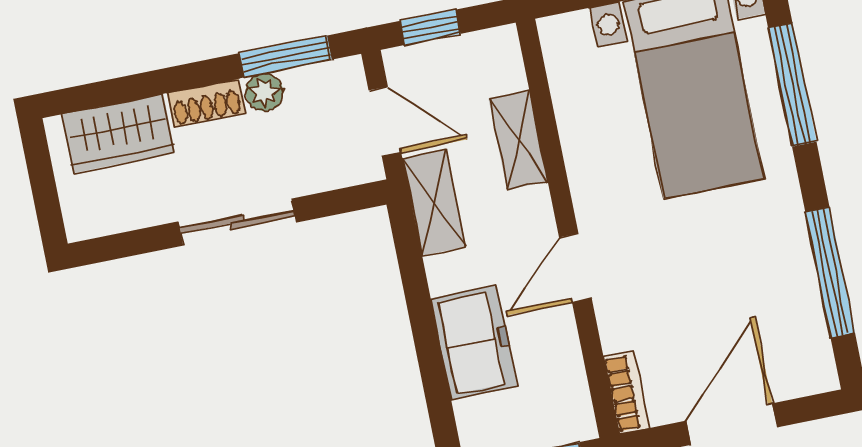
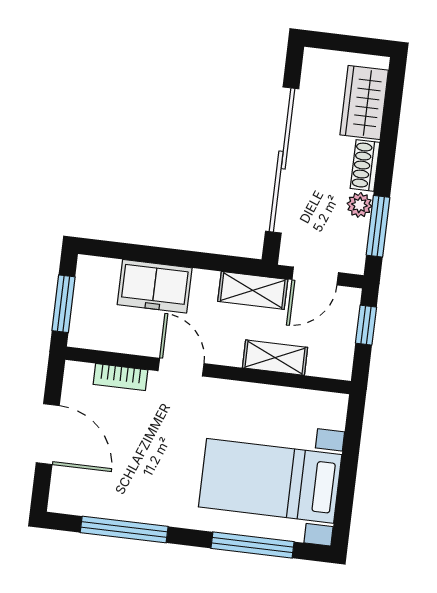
sliding door: (237, 222) -> (282, 160), width x1.86
bookcase: (626, 393) -> (120, 377), moved

